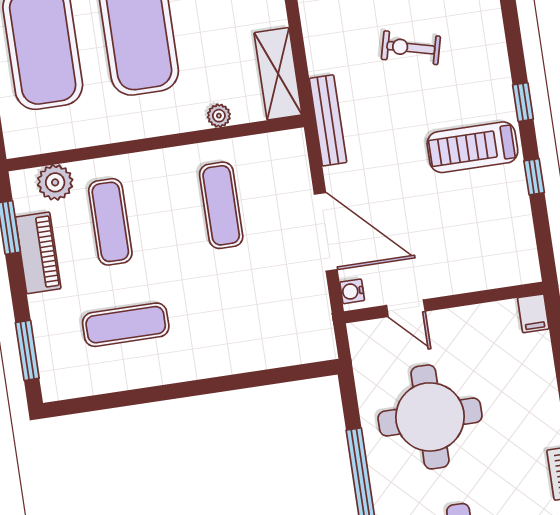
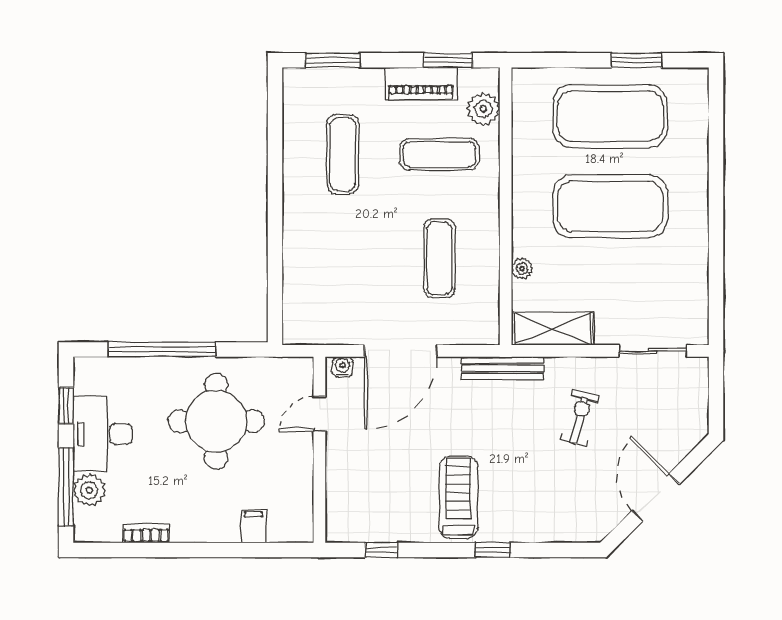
exercise bike: (411, 48) -> (580, 418), moved
window: (534, 177) -> (382, 550), moved
exercise mat: (221, 205) -> (439, 258), turned 90
filing cabinet: (533, 313) -> (254, 526), moved, turned 90

